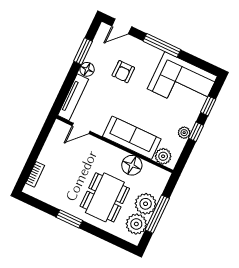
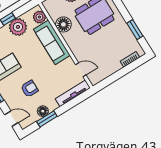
floor lamp: (87, 69) -> (43, 111), moved
plant: (184, 133) -> (18, 27), width x1.88, depth x1.88
window: (69, 219) -> (135, 30), moved

